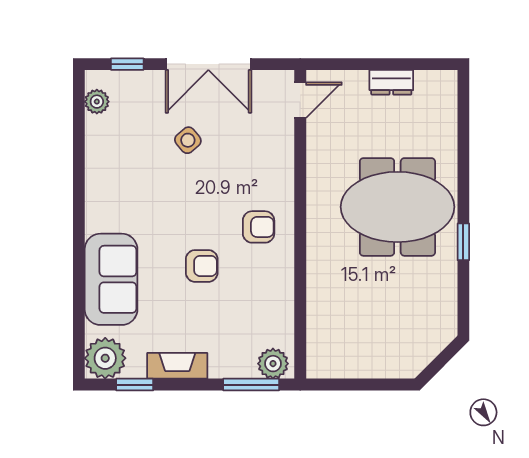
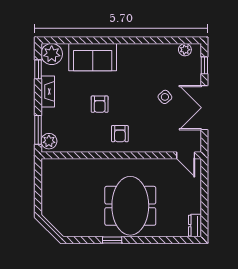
dresser: (391, 82) -> (195, 226), moved

